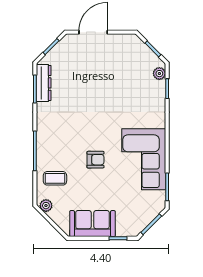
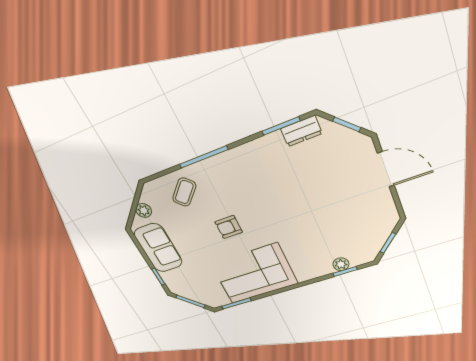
plant: (159, 74) -> (341, 264), moved
dresser: (44, 83) -> (301, 131), width x0.70
armchair: (95, 160) -> (229, 227), turned 90
coffee table: (55, 178) -> (184, 192), turned 45
plant: (46, 206) -> (144, 211), moved

